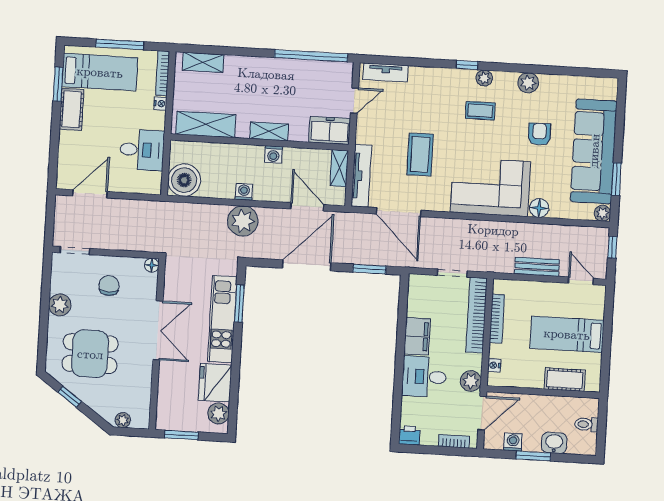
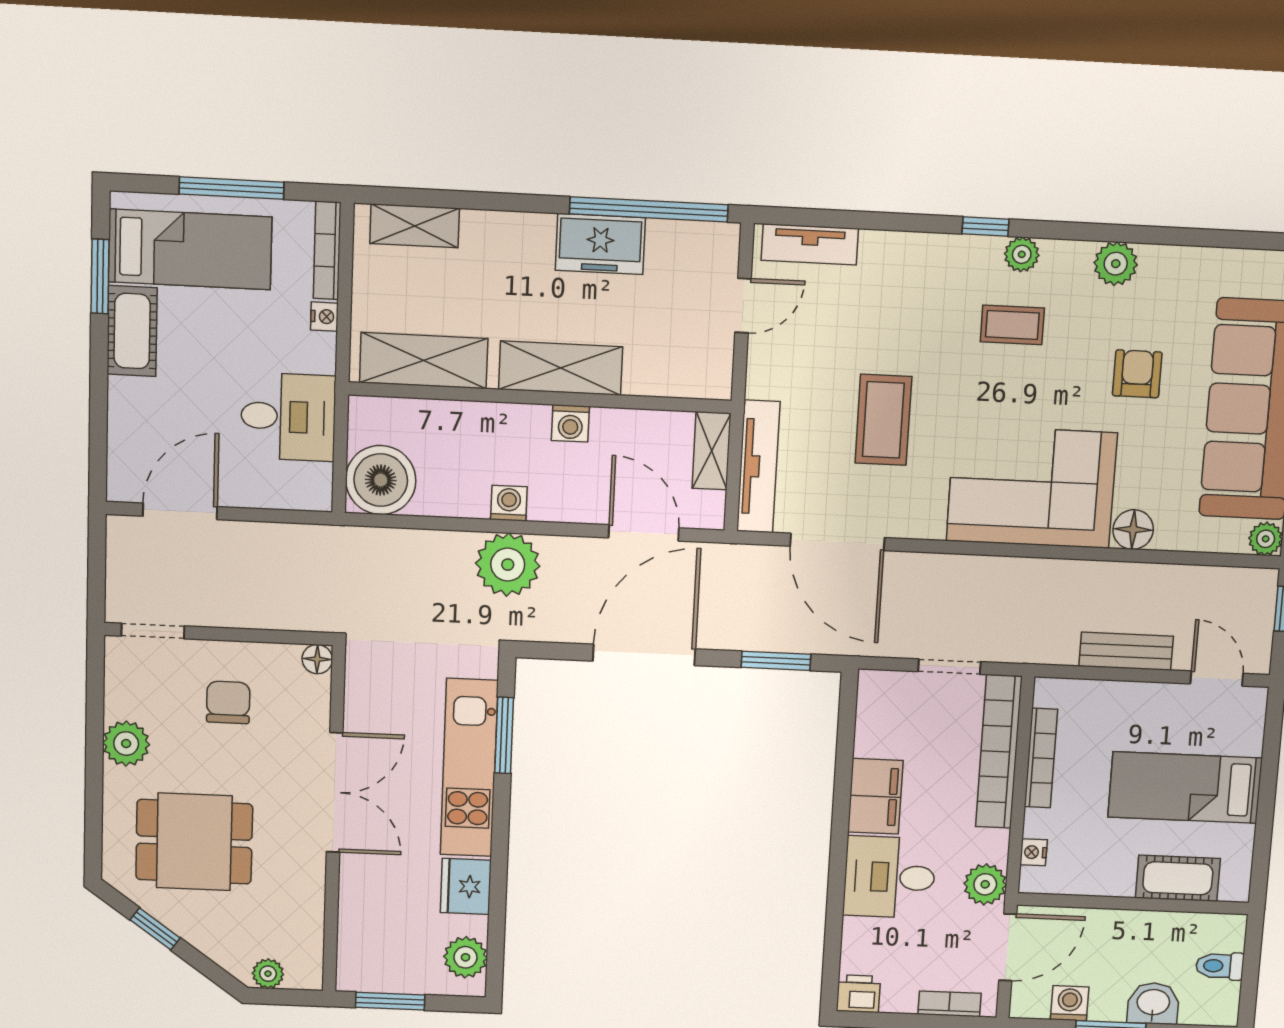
freezer: (330, 130) -> (600, 244), moved, turned 180
shelving: (269, 131) -> (561, 368), width x1.50, depth x1.33
fridge: (215, 383) -> (466, 886), width x0.73, depth x0.75

